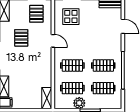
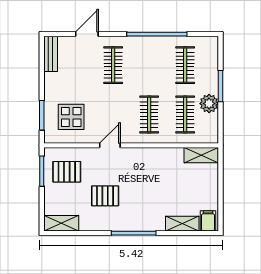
clothes rail: (103, 65) -> (113, 65), moved

